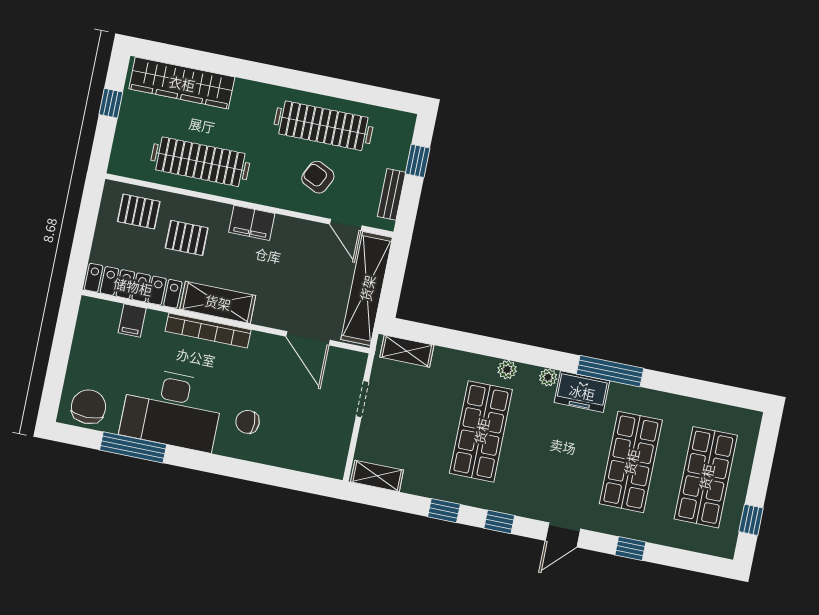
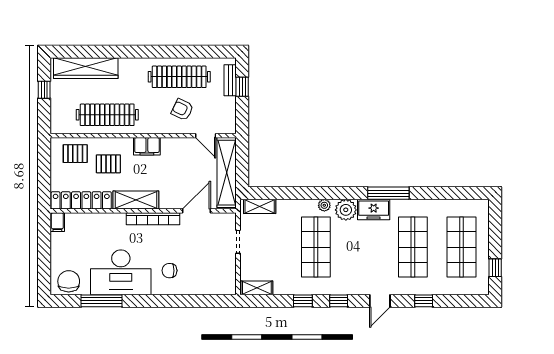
bench: (391, 194) -> (230, 80), moved
filing cabinet: (132, 321) -> (57, 222), moved
bookcase: (208, 330) -> (153, 219), moved
door: (308, 338) -> (196, 211), swing flipped
plant: (548, 377) -> (346, 210), width x1.87, depth x1.87

